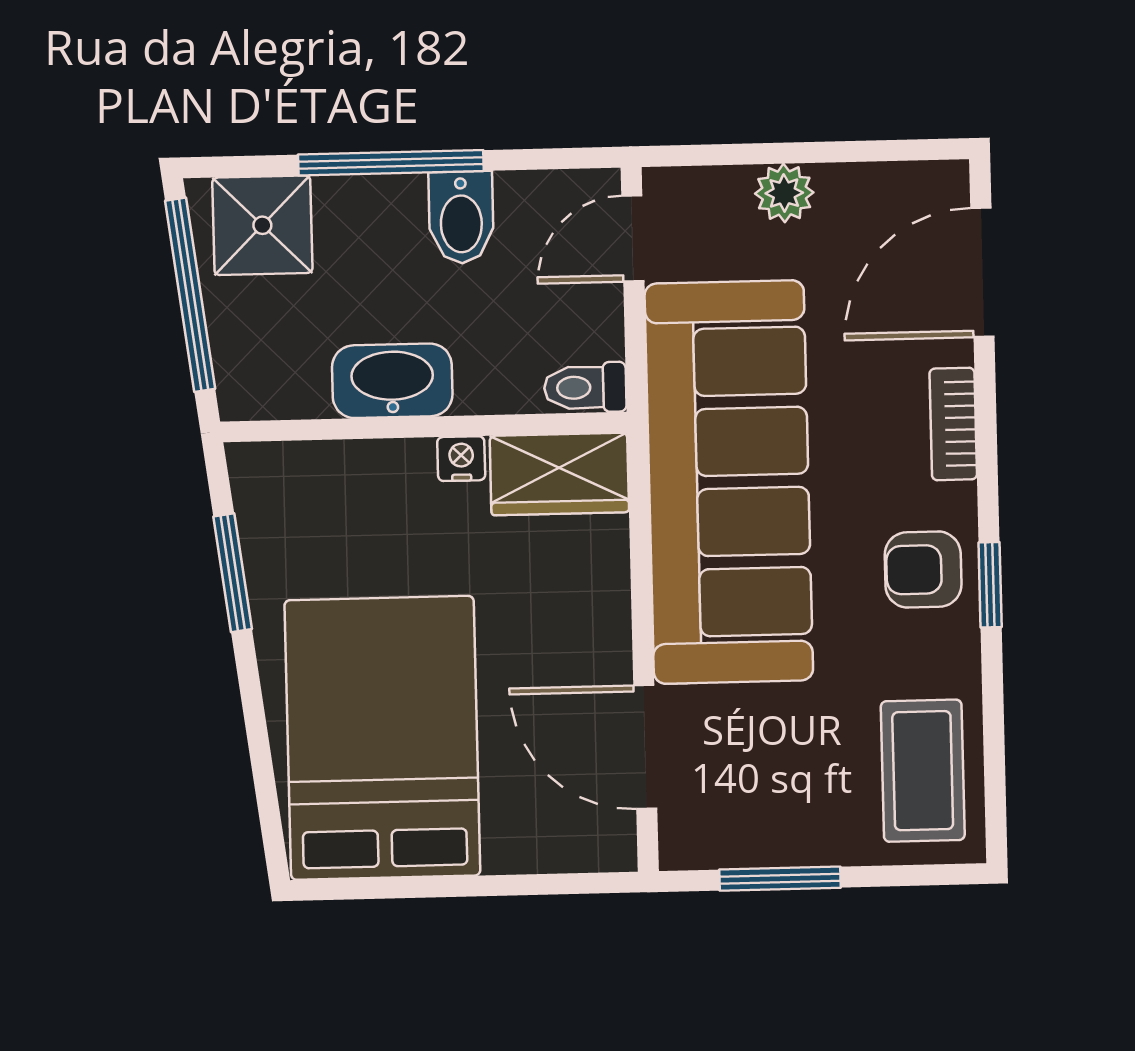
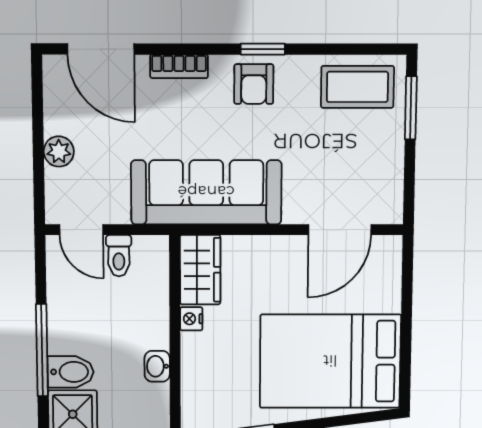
bidet: (461, 217) -> (71, 372), moved
washbasin: (392, 381) -> (157, 366), width x0.52, depth x0.69
toilet: (585, 387) -> (119, 256), moved
sofa: (729, 482) -> (206, 192), width x0.74, depth x0.79
window: (780, 879) -> (411, 108), moved

